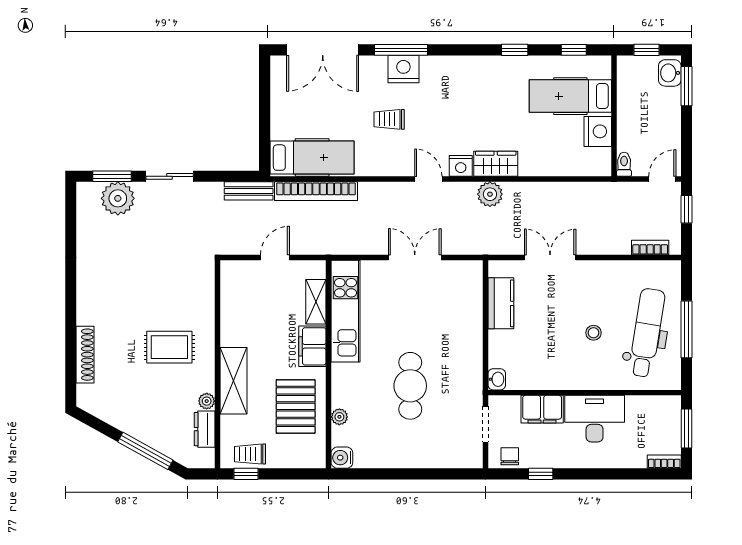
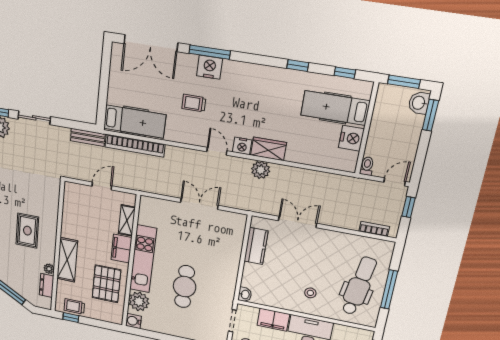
window: (646, 50) -> (404, 82), width x1.50
kitchen unit: (346, 311) -> (143, 259), moved
stool: (593, 333) -> (310, 293), moved
rug: (169, 347) -> (27, 231), turned 90
plant: (339, 417) -> (139, 301), width x1.88, depth x1.88

